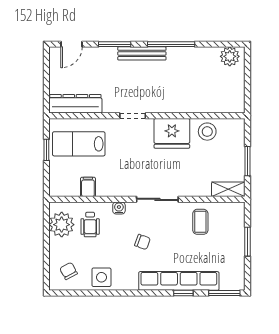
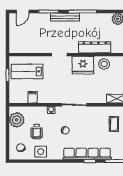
dresser: (75, 104) -> (95, 47), moved
coffee table: (200, 222) -> (114, 124), moved
wheelchair: (90, 225) -> (37, 132), moved

